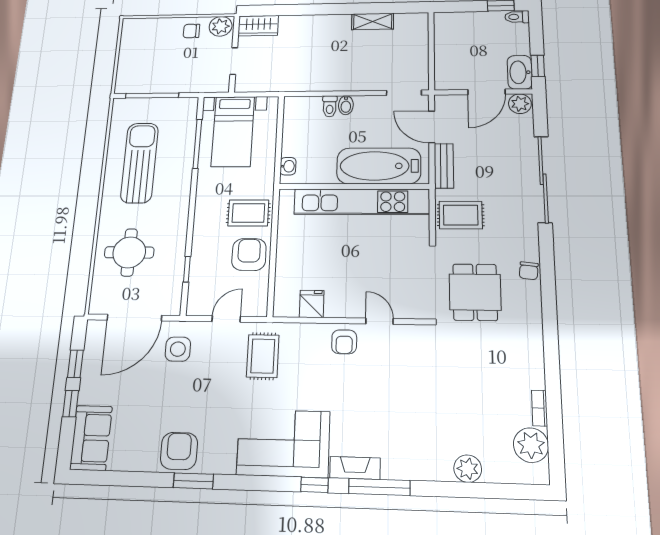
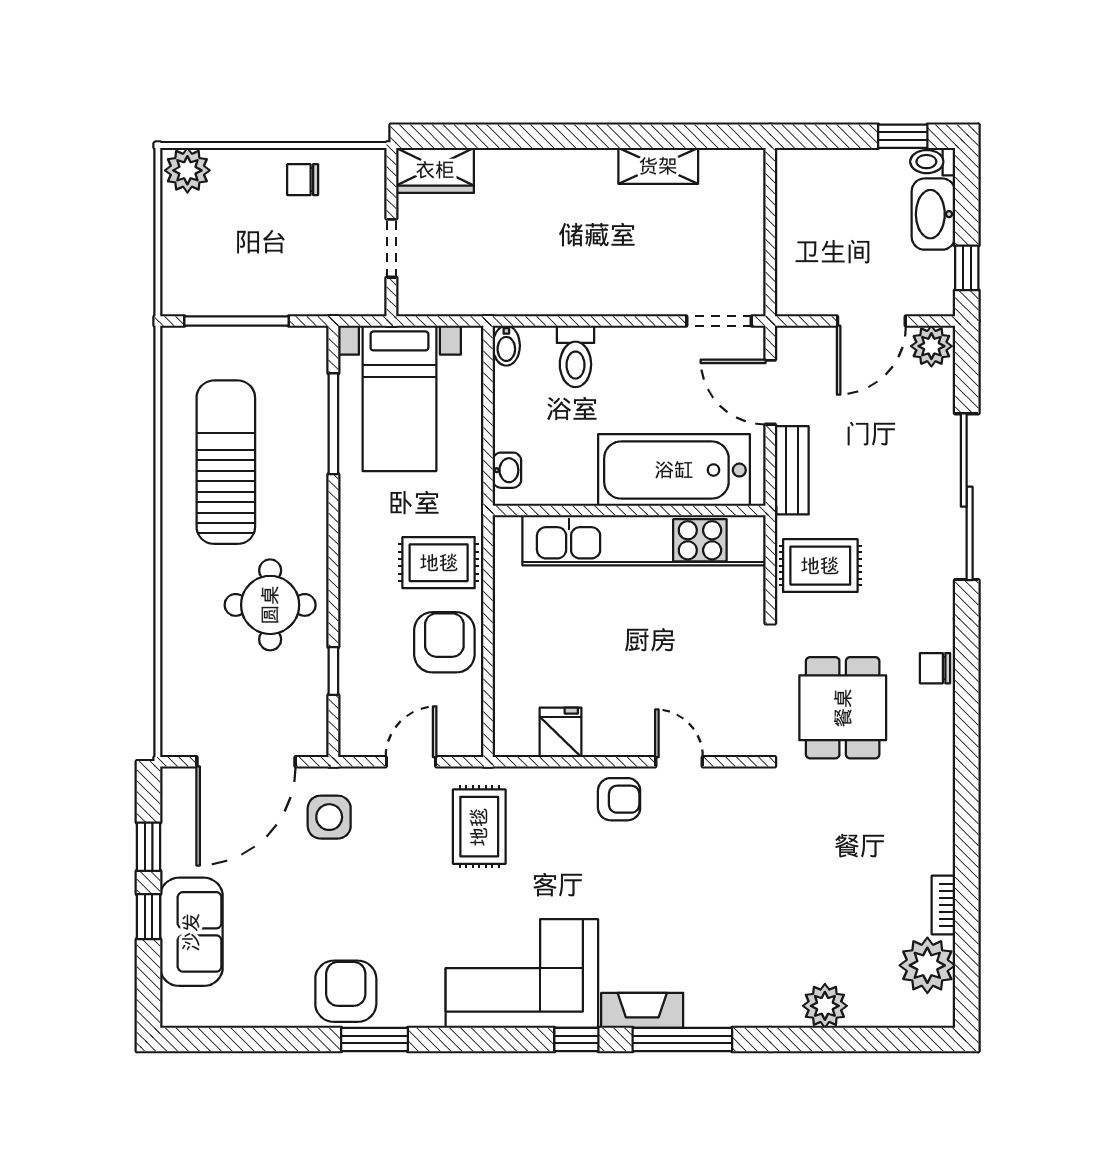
plant: (221, 26) -> (187, 170), moved
washbasin: (520, 72) -> (933, 214), moved
bidet: (346, 105) -> (506, 346), moved
toilet: (330, 106) -> (575, 356), width x1.37, depth x1.39
round table: (129, 252) -> (270, 605), moved
chair: (529, 271) -> (935, 668), turned 84
armchair: (344, 342) -> (619, 799), turned -90
sofa: (91, 438) -> (191, 932), moved

